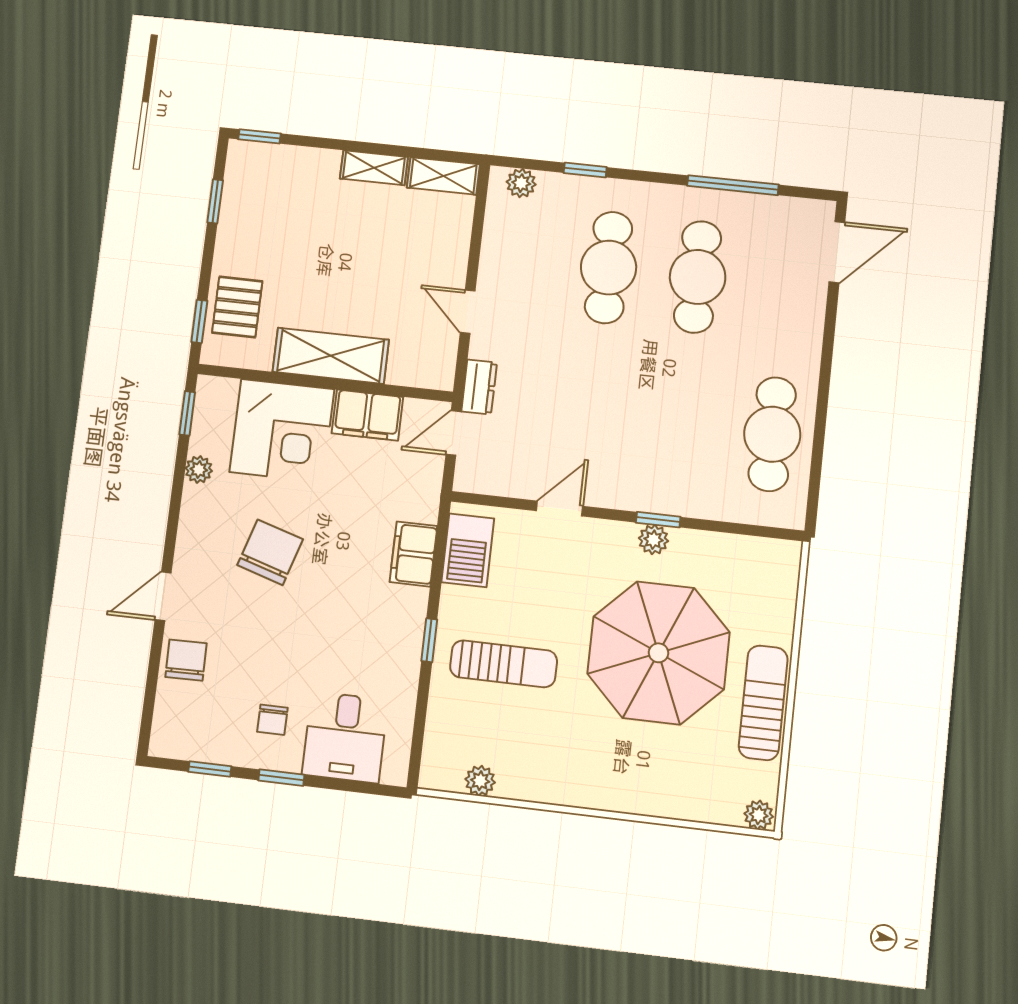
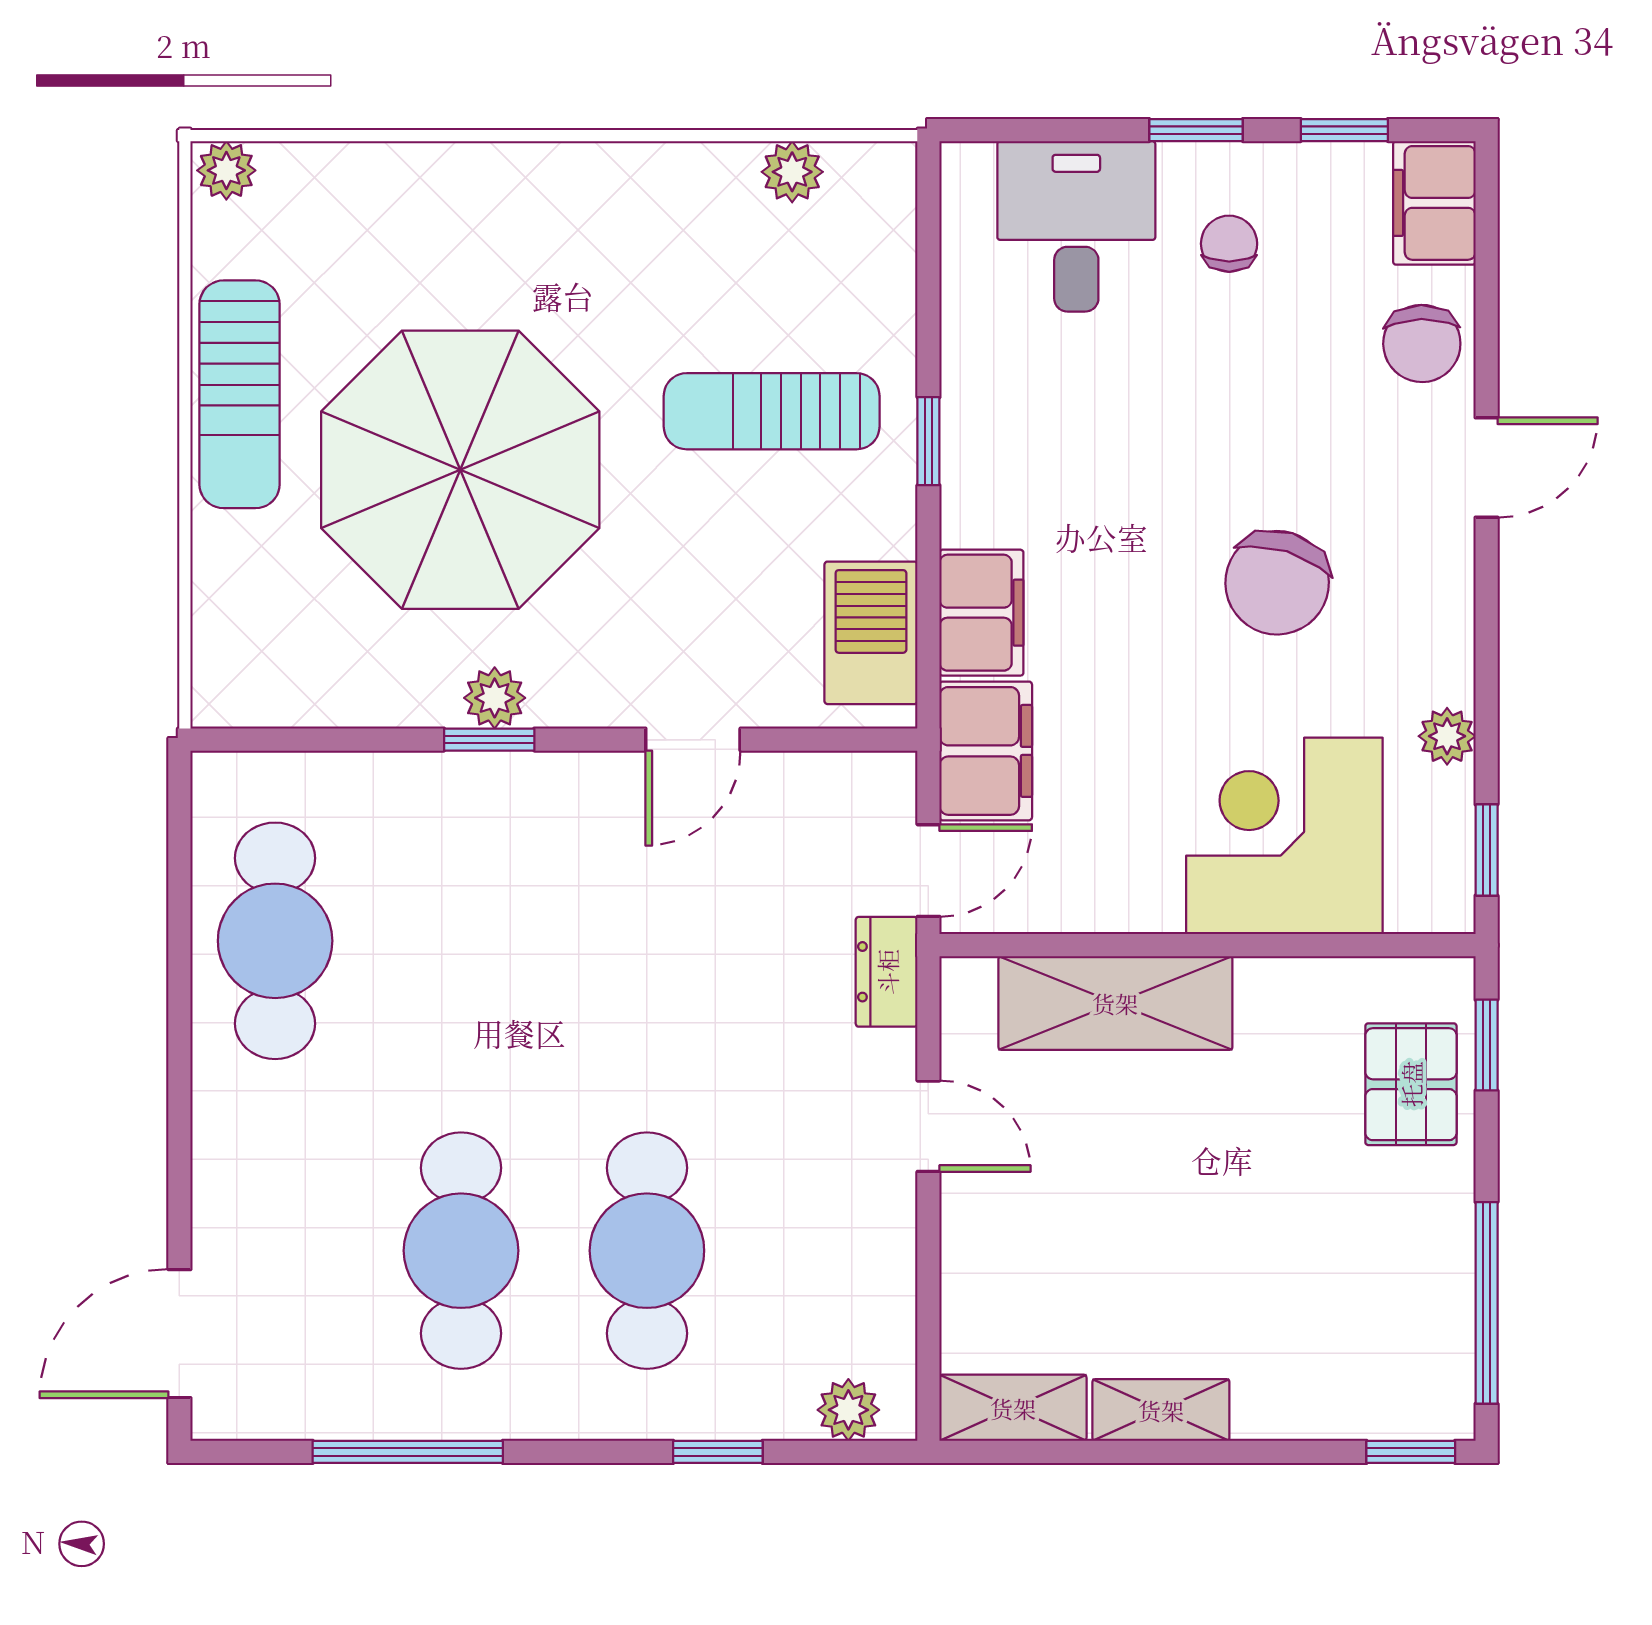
window: (215, 201) -> (1487, 1303), width x2.17
shelving: (331, 356) -> (1115, 1003), moved
filing cabinet: (367, 415) -> (986, 751), moved, turned 90
filing cabinet: (171, 728) -> (1434, 203), added

